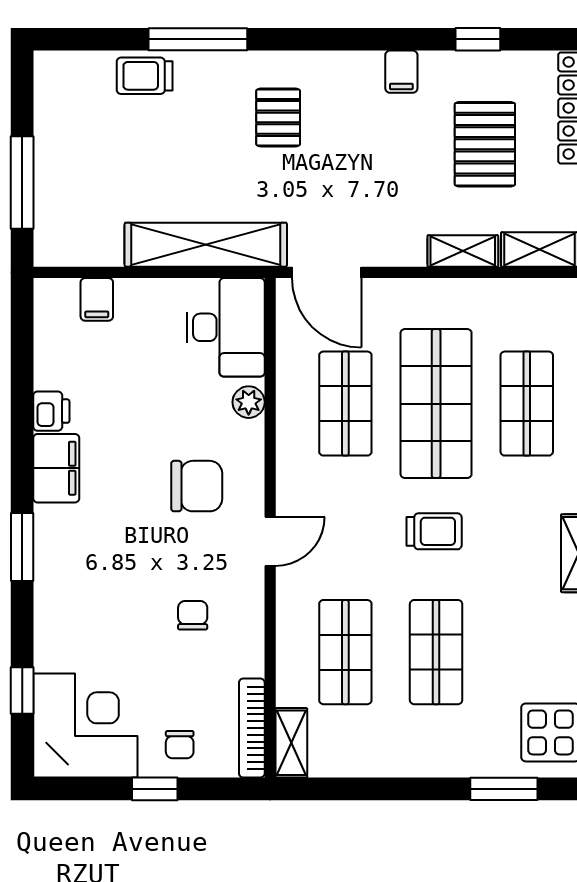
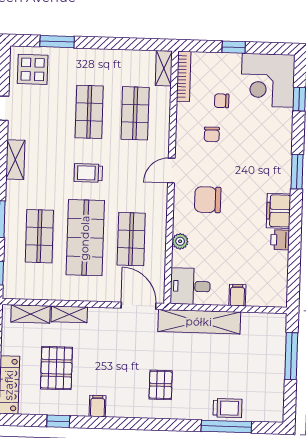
window: (198, 39) -> (226, 427), moved
filing cabinet: (97, 299) -> (237, 295), moved
desk: (226, 327) -> (190, 286), width x0.73
chair: (180, 745) -> (222, 101), moved, turned -90

